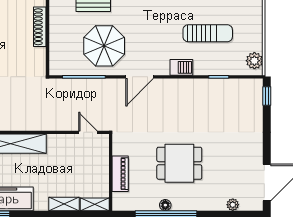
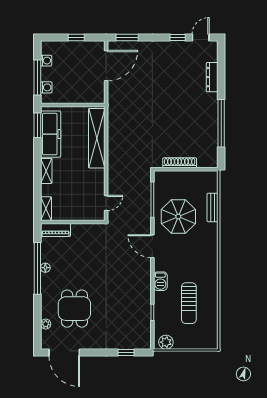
shoe rack: (40, 27) -> (180, 163), moved
window: (267, 96) -> (126, 352), moved
dining table: (179, 163) -> (74, 309), moved
piano: (120, 174) -> (55, 230), moved
shelving: (64, 204) -> (46, 171), moved

